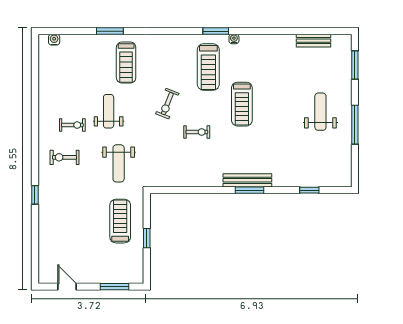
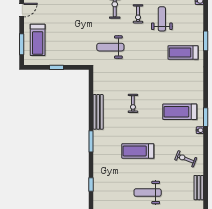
exercise bike: (167, 104) -> (186, 159), moved
treadmill: (242, 104) -> (138, 151), moved
weight bench: (109, 111) -> (162, 19), moved, turned -90
weight bench: (320, 112) -> (148, 193), turned 180
bench: (247, 180) -> (98, 112), moved
treadmill: (120, 221) -> (38, 40), moved, turned 90

